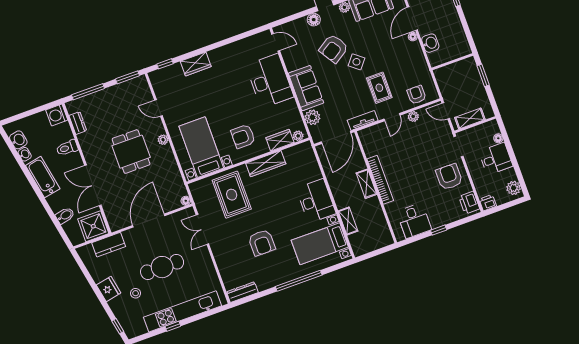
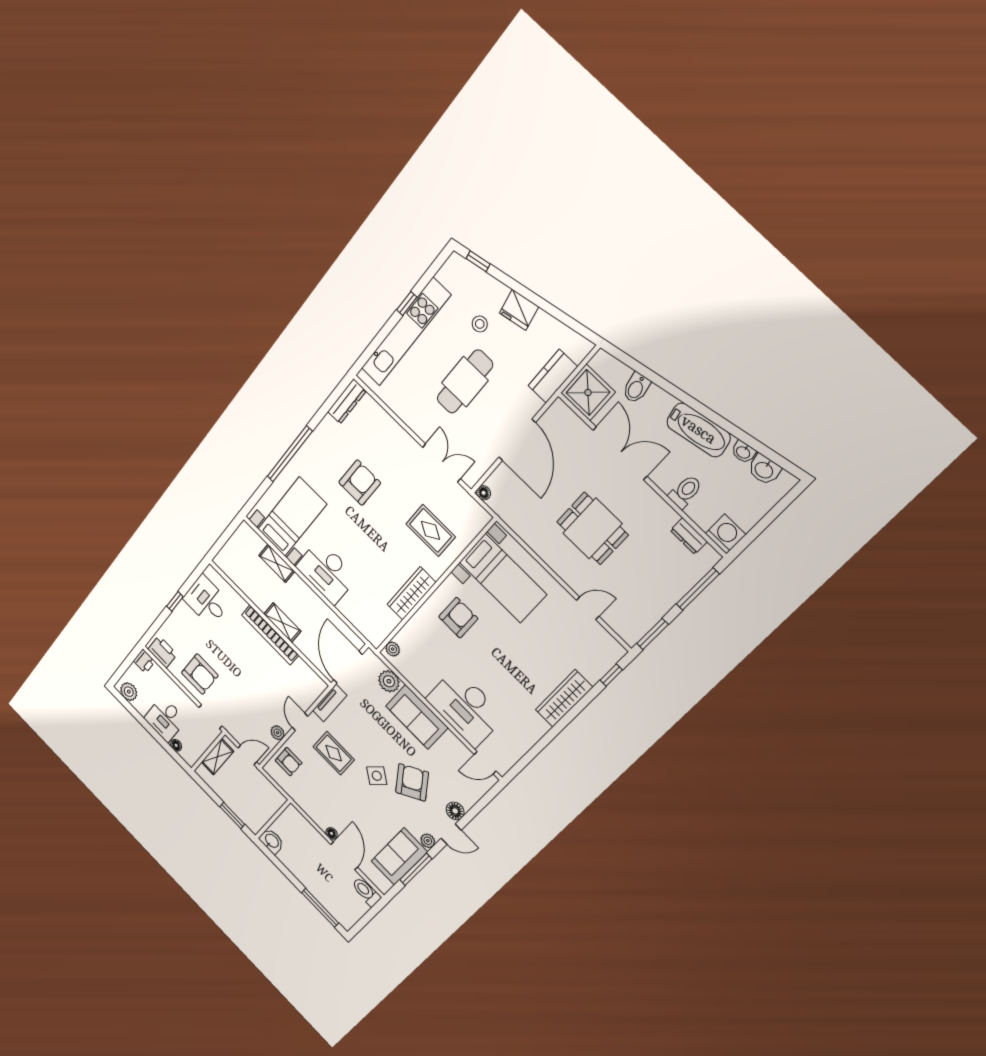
washbasin: (430, 43) -> (272, 841), moved, turned 180
wardrobe: (196, 64) -> (564, 698), width x1.50
plant: (163, 140) -> (558, 566), removed
wardrobe: (280, 140) -> (411, 633), removed
rug: (232, 195) -> (431, 530), width x0.73, depth x0.70
armchair: (262, 243) -> (360, 483), turned 90

